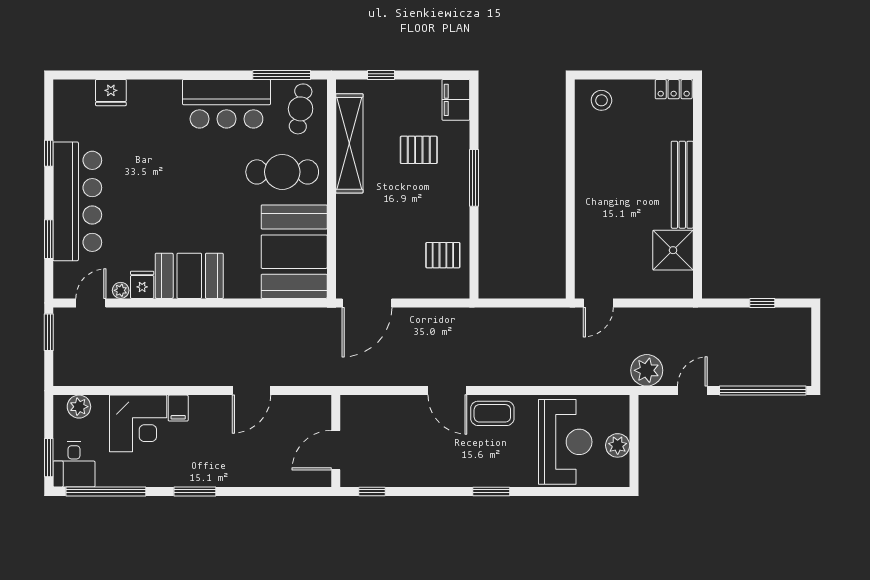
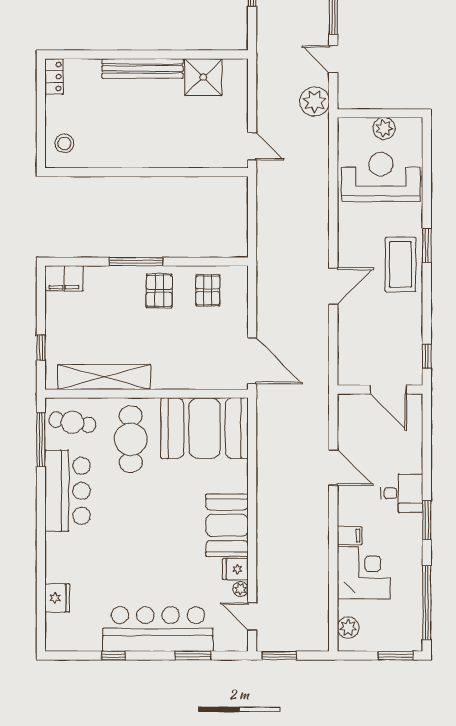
pallet: (419, 150) -> (159, 291), moved
coffee table: (492, 413) -> (401, 264), moved, width x1.36, depth x1.32
desk: (74, 465) -> (402, 493), moved

